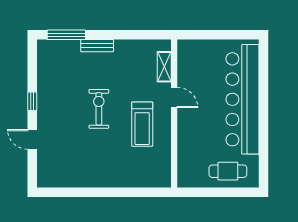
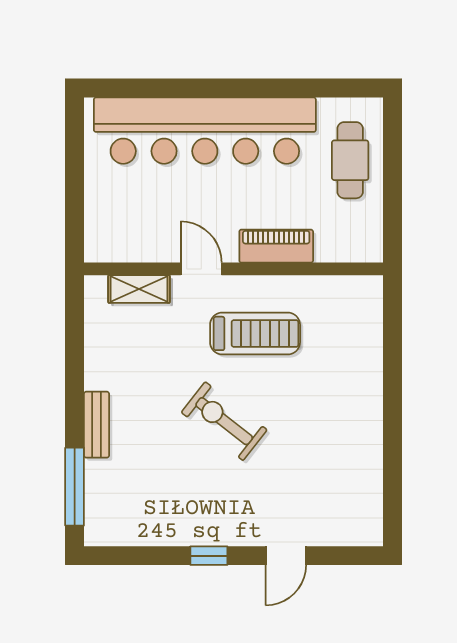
door: (174, 97) -> (201, 269), hinge flipped
exercise bike: (99, 109) -> (224, 421), turned 38
piano: (185, 135) -> (276, 246), added

